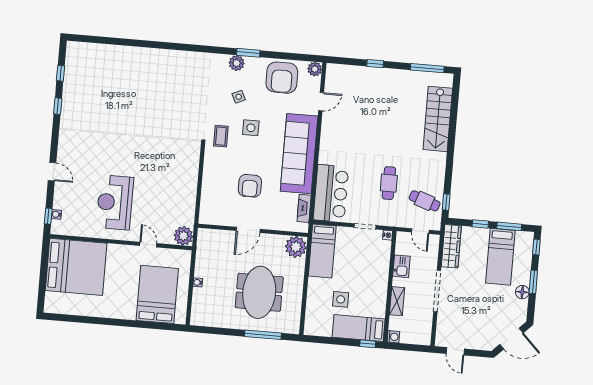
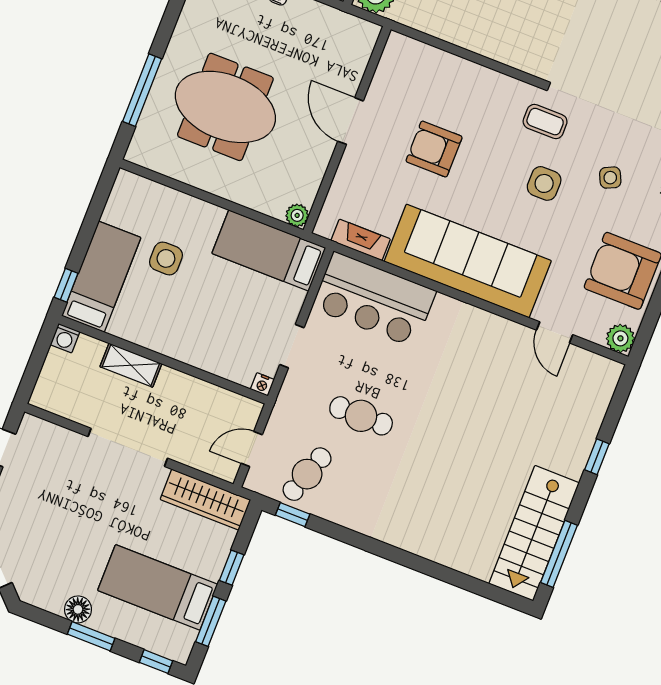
stairs: (438, 119) -> (534, 533), moved, turned -90
plant: (296, 247) -> (297, 215), width x0.53, depth x0.53
kitchen sink: (401, 266) -> (195, 393), removed

